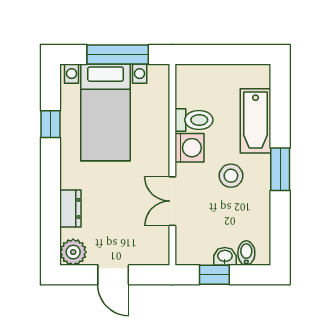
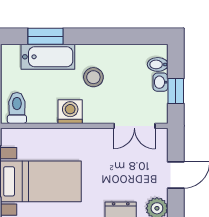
toilet: (194, 120) -> (17, 108), moved
window: (280, 169) -> (46, 36), moved
double door: (172, 201) -> (134, 126), moved

